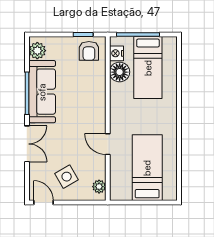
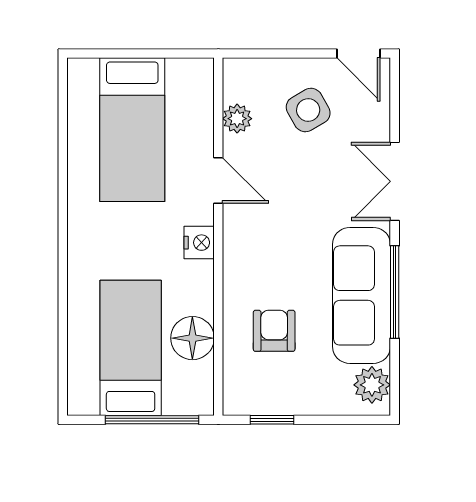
armchair: (89, 51) -> (274, 331), moved
nightstand: (117, 53) -> (199, 243), moved
plant: (99, 187) -> (237, 119), moved

